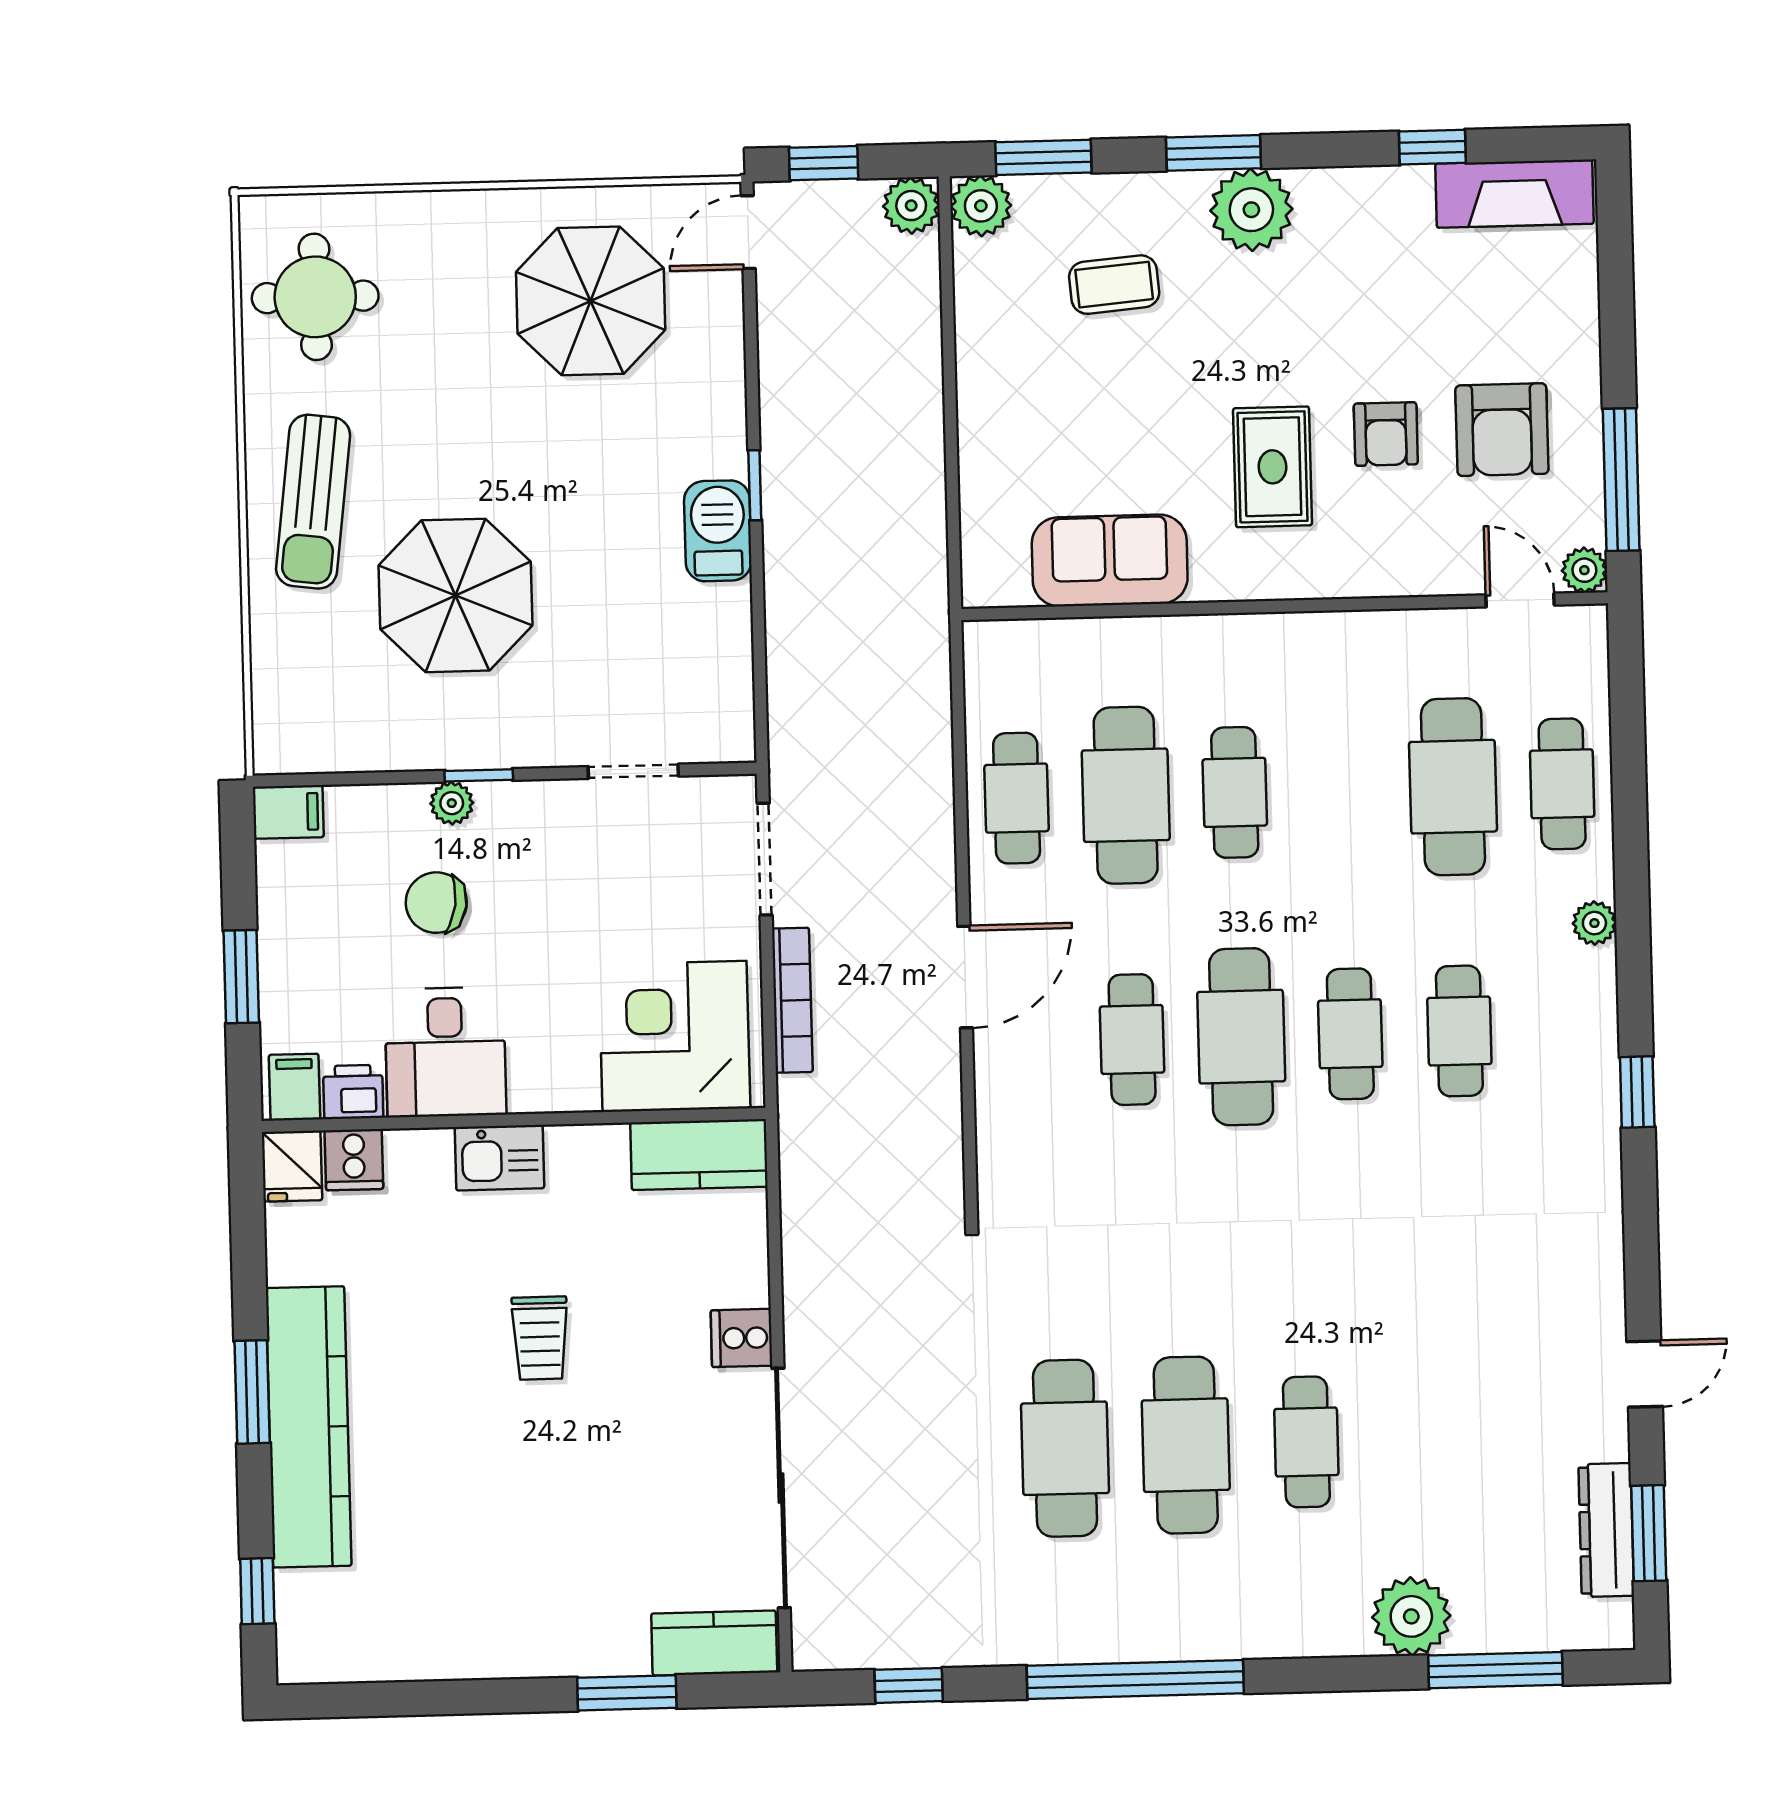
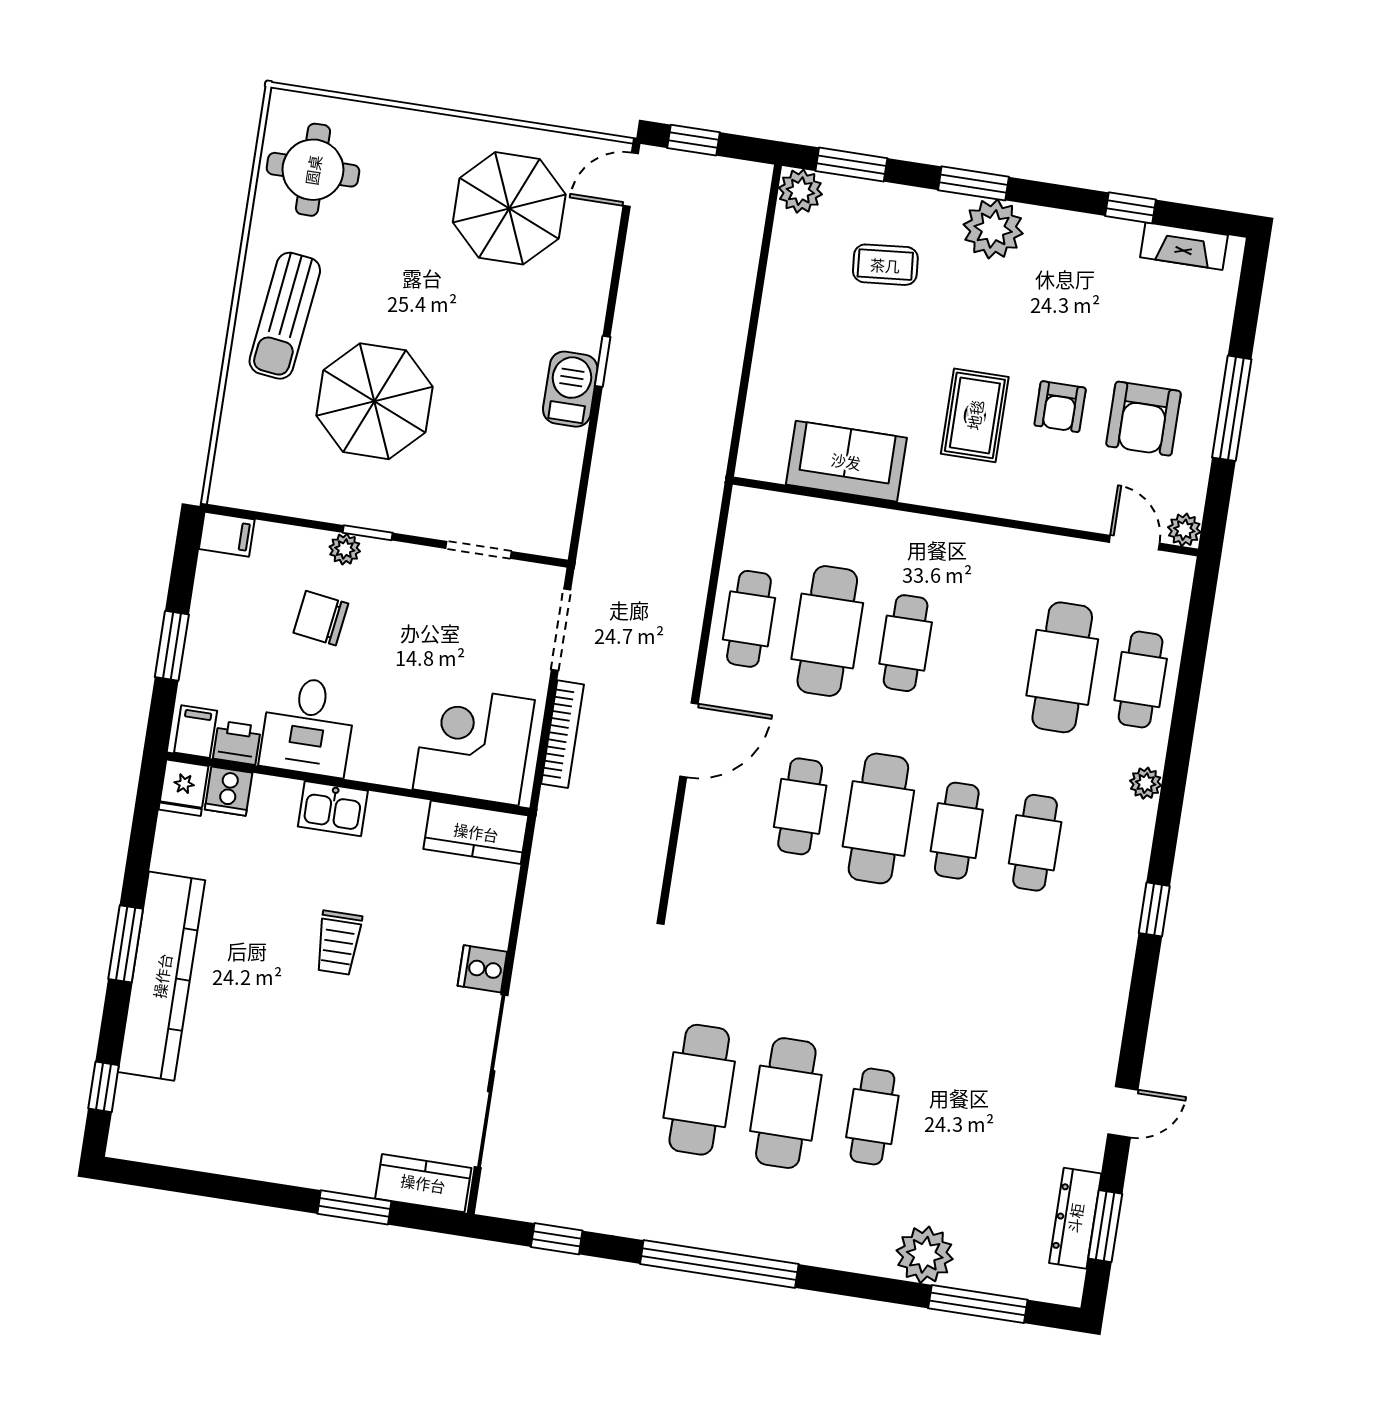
fireplace: (1514, 194) -> (1184, 246), width x0.73, depth x0.76
plant: (911, 206) -> (751, 182), removed
window: (1621, 480) -> (1232, 408), moved

